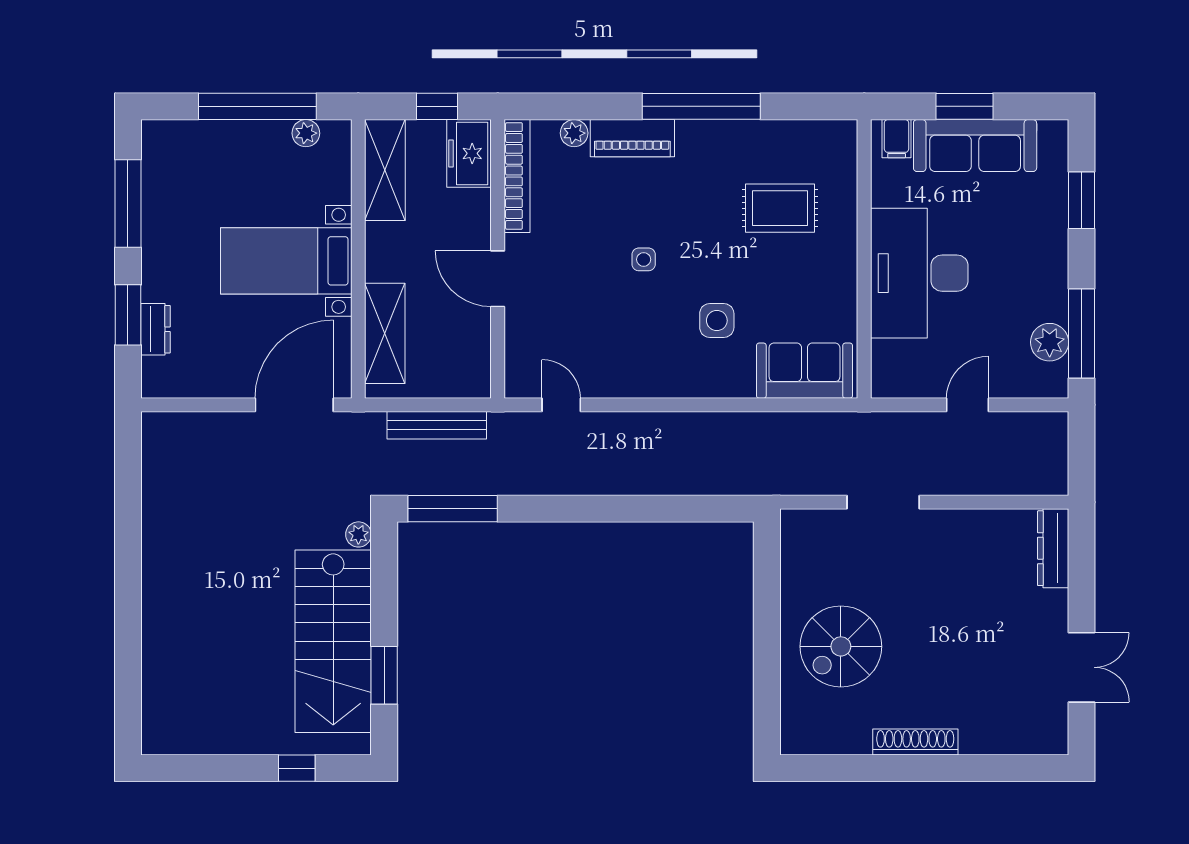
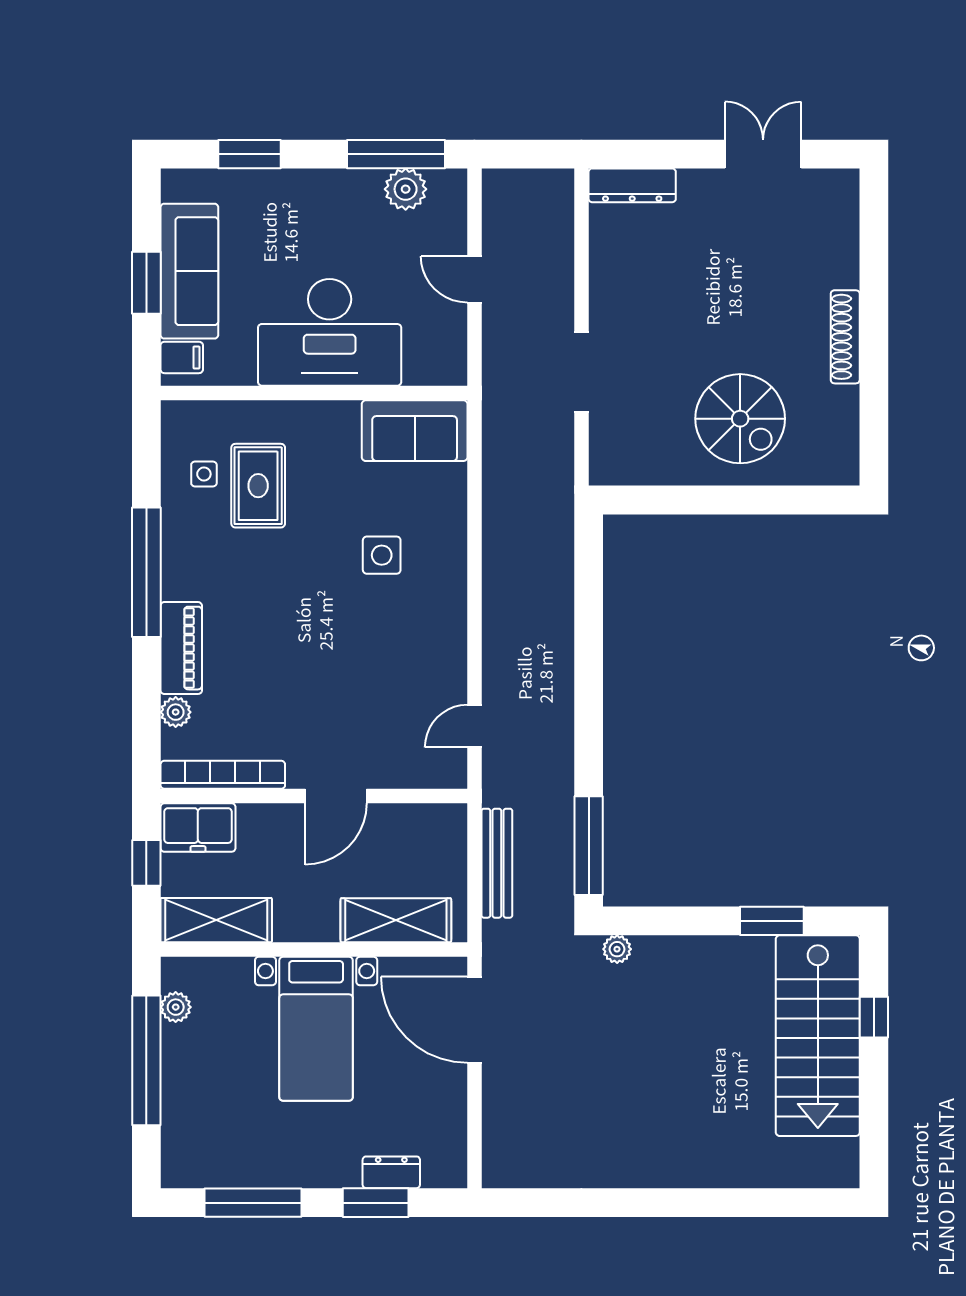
side table: (644, 259) -> (204, 474), moved
sofa: (804, 371) -> (415, 431), moved, turned -90
stairs: (333, 641) -> (818, 1036), moved, turned 90

